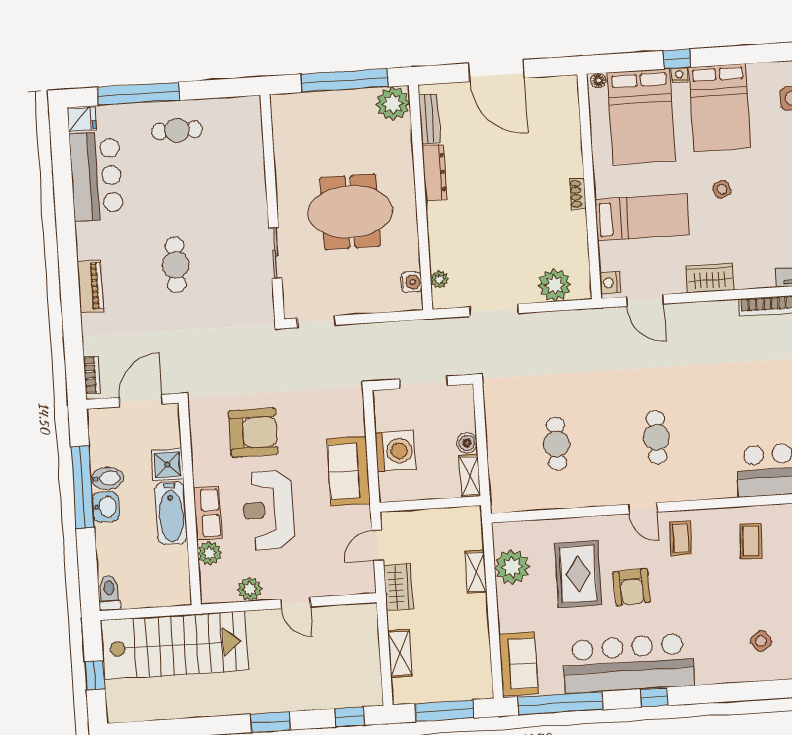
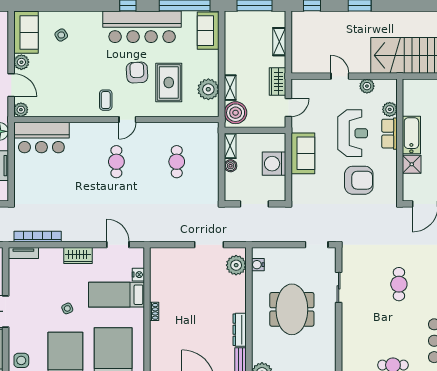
meeting table: (350, 212) -> (292, 309), turned 90
plant: (439, 279) -> (236, 265), width x1.88, depth x1.88
nightstand: (610, 283) -> (138, 275), moved
plant: (555, 285) -> (172, 257), removed
armchair: (253, 433) -> (359, 180), turned 180
door: (643, 508) -> (127, 120), swing flipped
boiler: (464, 531) -> (236, 113), added
coffee table: (751, 541) -> (63, 96), removed

